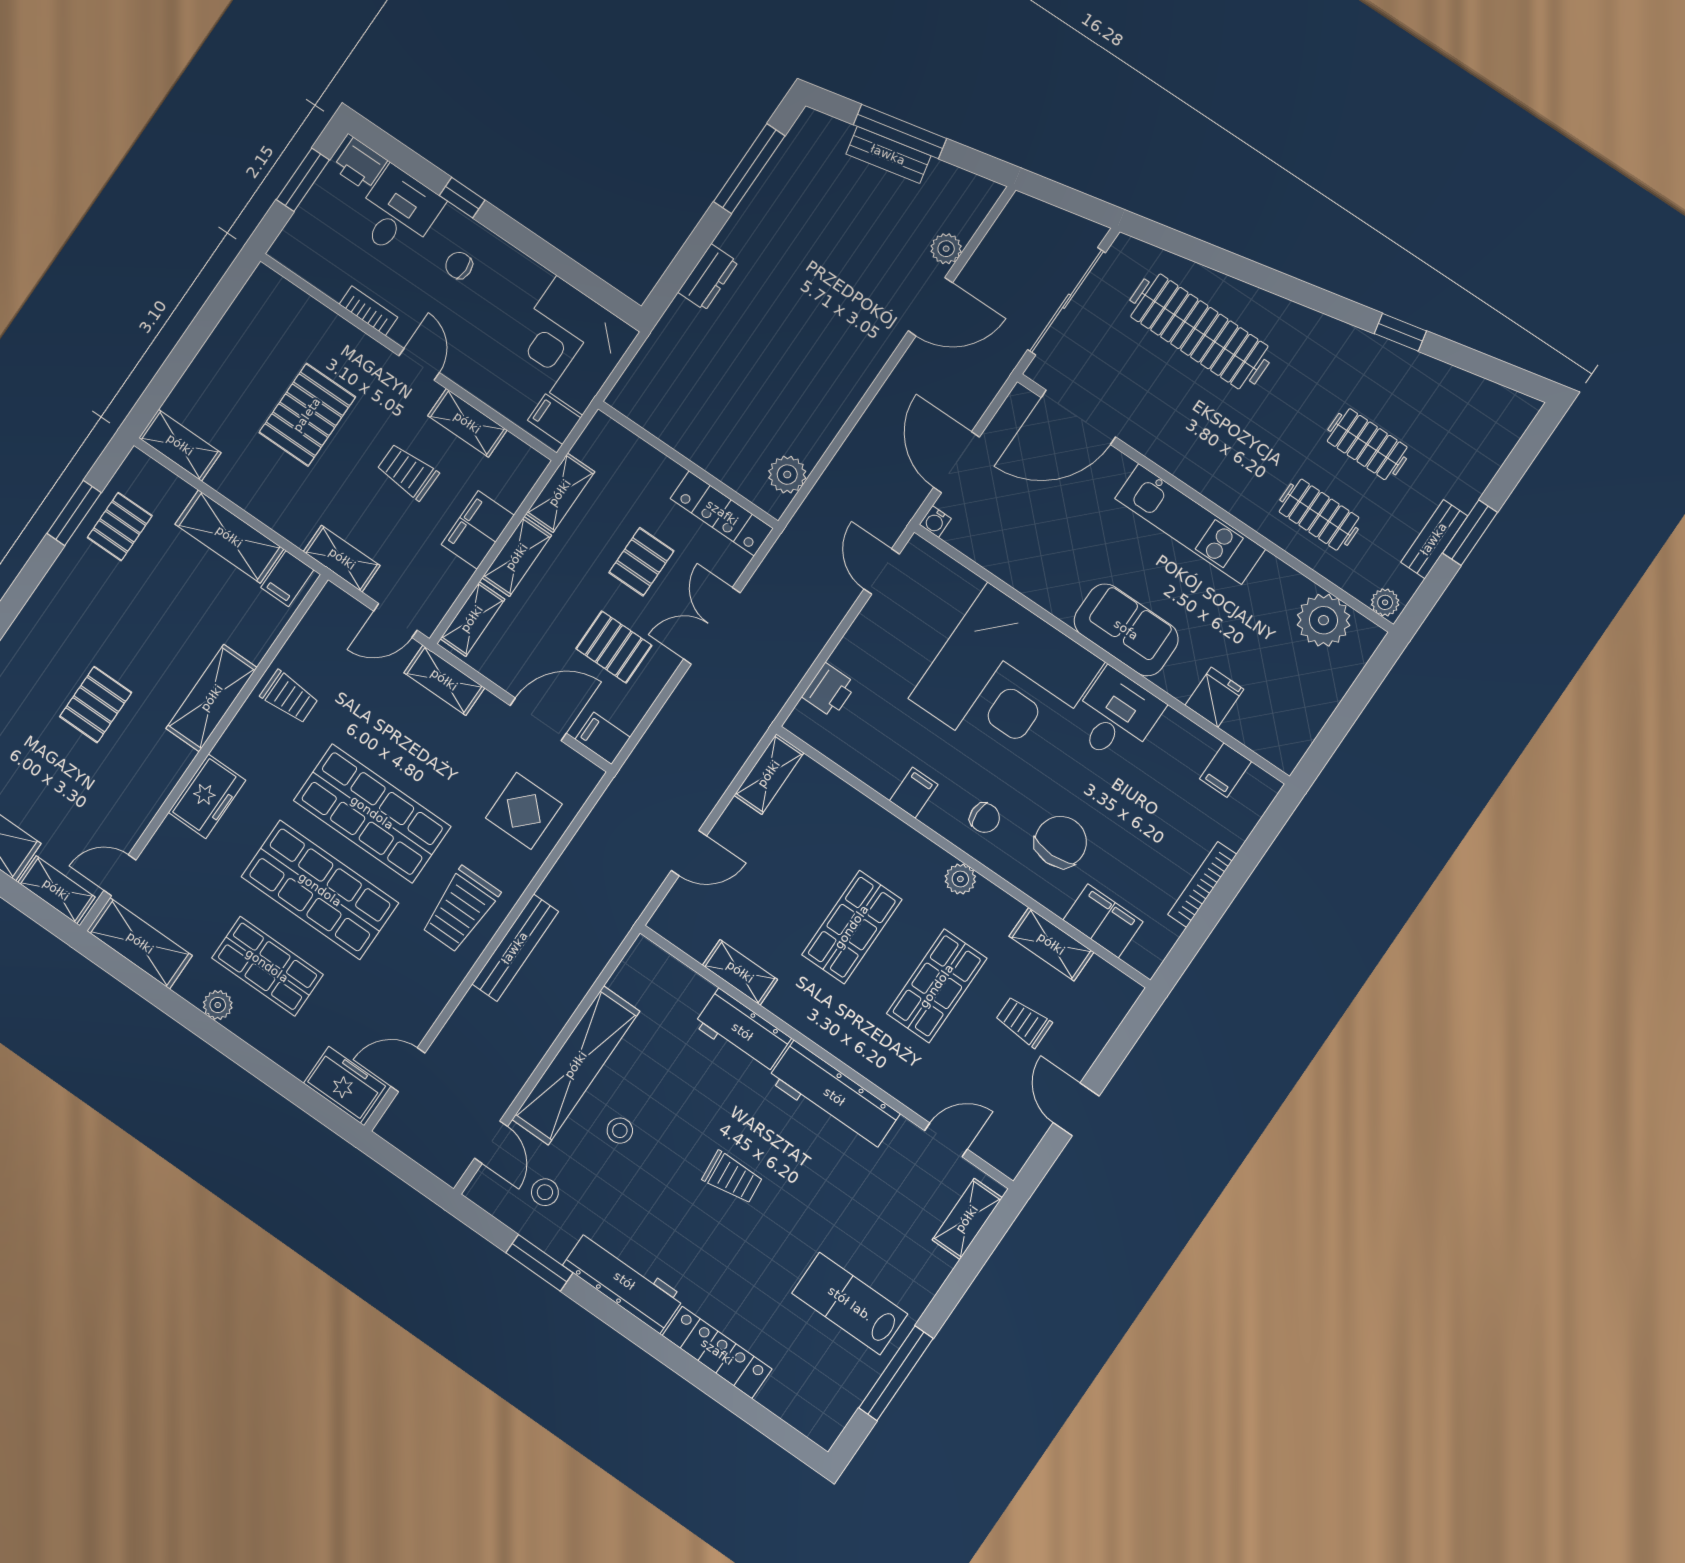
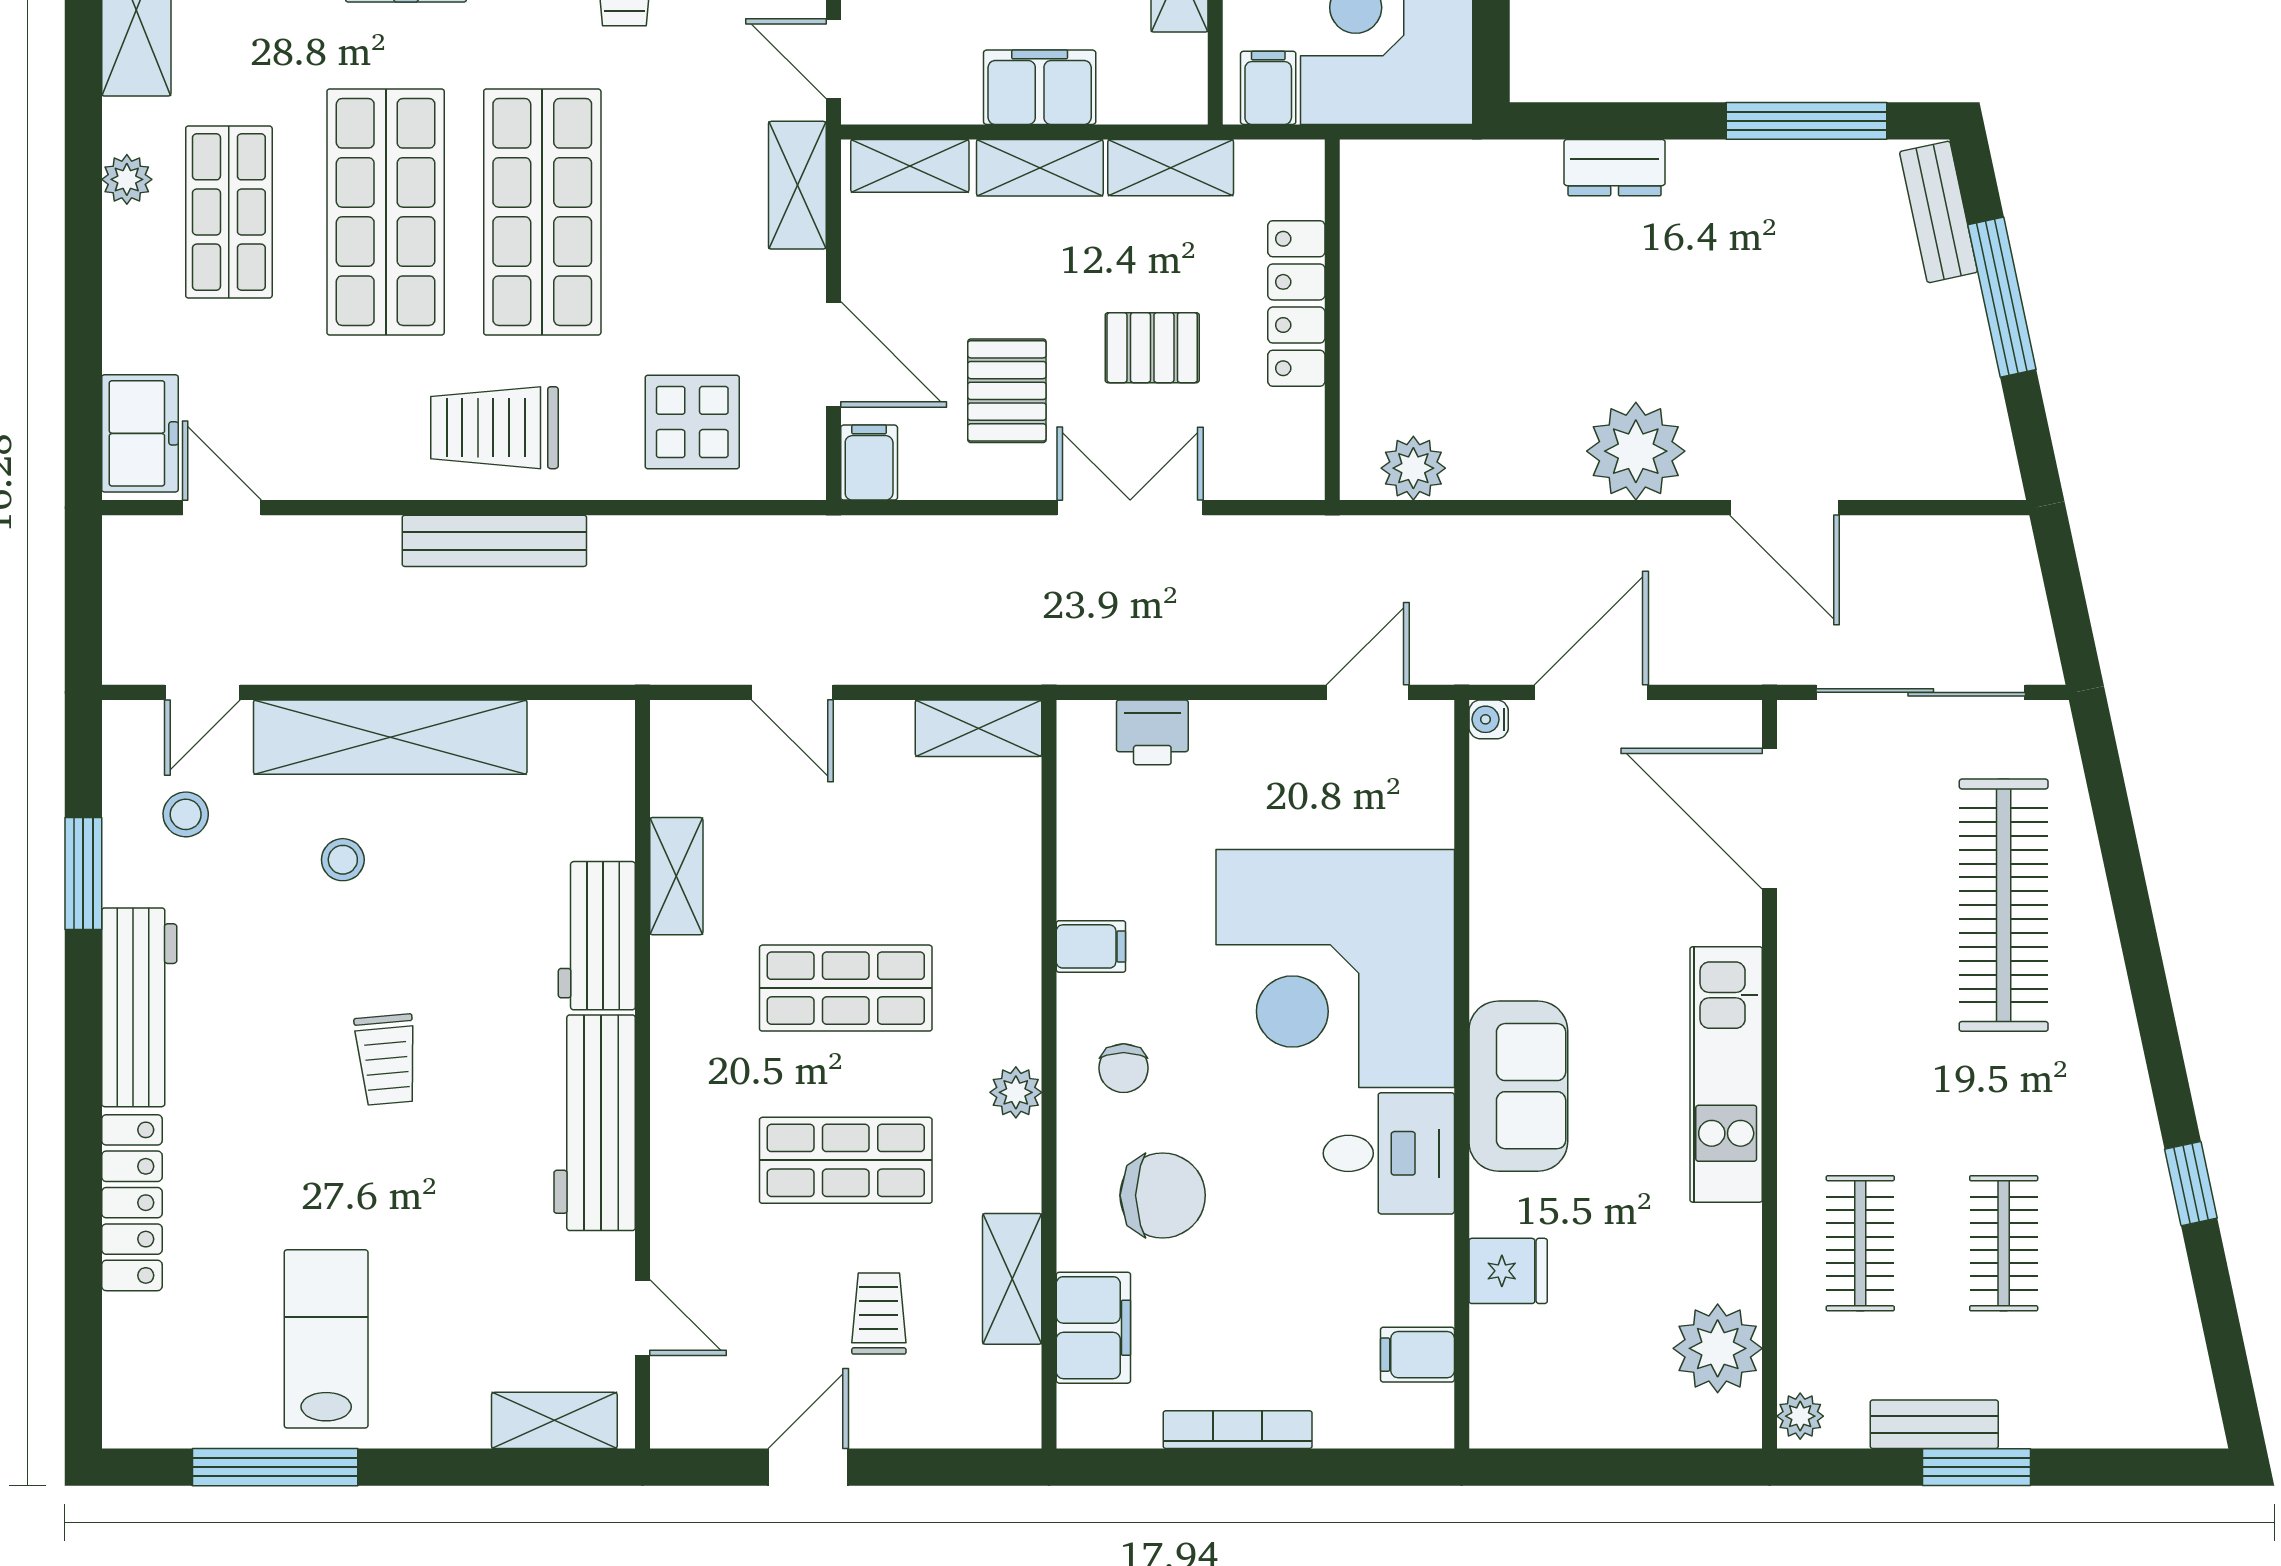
bench: (888, 155) -> (1939, 212), moved
plant: (946, 249) -> (1636, 451), moved, width x1.87, depth x1.87
locker: (722, 513) -> (1296, 303), moved

